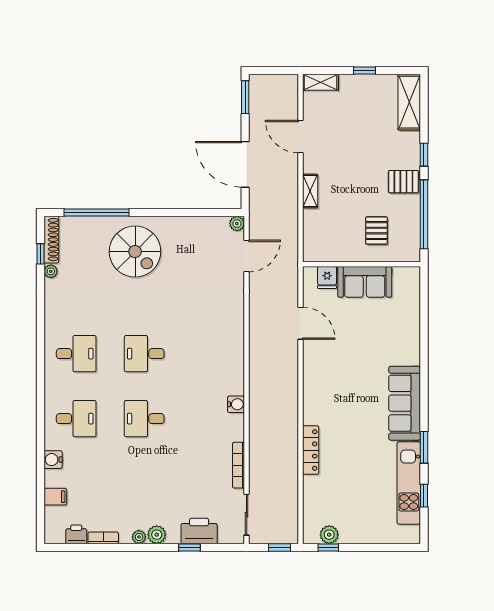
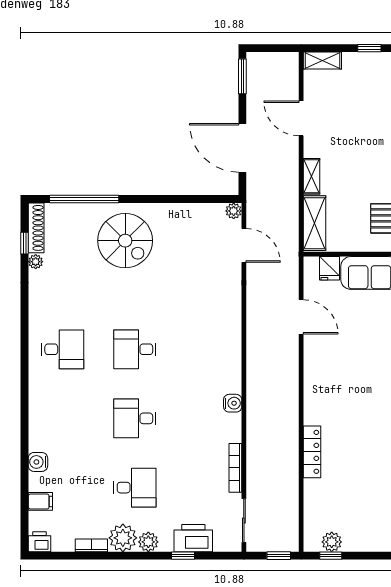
shelving: (313, 235) -> (314, 223), added
door: (247, 256) -> (244, 245), hinge flipped
desk: (76, 419) -> (135, 488), moved
printer: (76, 534) -> (40, 542), moved
plant: (139, 537) -> (123, 538), width x1.87, depth x1.87

